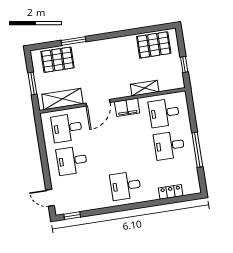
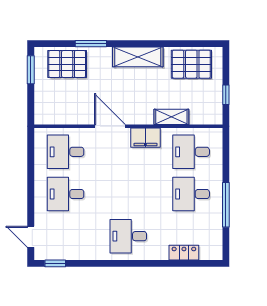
window: (32, 83) -> (31, 70), moved
shelving: (62, 99) -> (138, 57), moved
door: (98, 103) -> (110, 126), swing flipped

